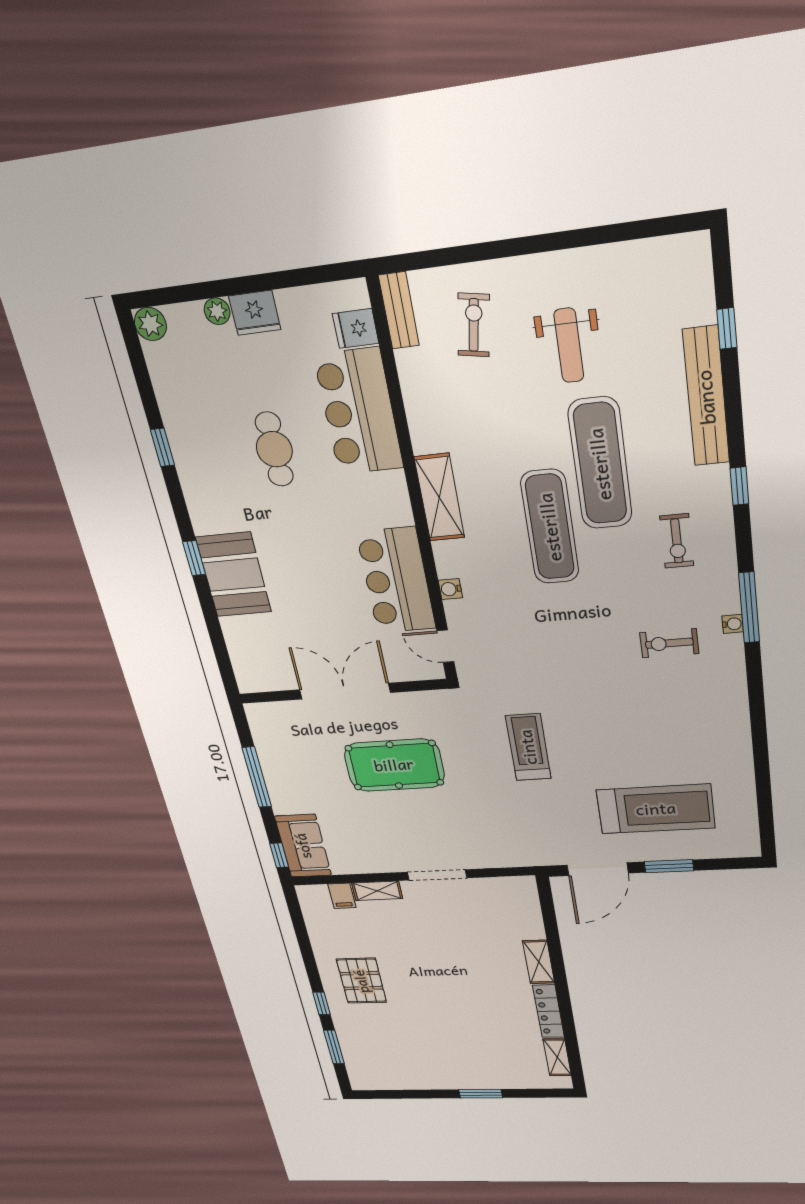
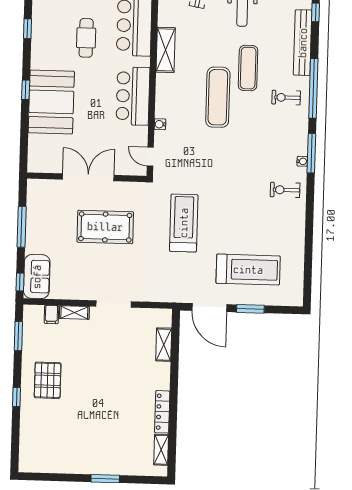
exercise mat: (600, 464) -> (248, 68), width x0.73, depth x0.69
window: (739, 486) -> (313, 88), width x3.17
shelving: (439, 497) -> (166, 50), moved
exercise bike: (677, 541) -> (286, 98), moved, turned 90
booth: (234, 575) -> (51, 102), width x1.36, depth x1.42
bar counter: (396, 581) -> (133, 96), moved
exercise bike: (669, 643) -> (285, 190), moved
treadmill: (528, 747) -> (184, 223), width x1.37, depth x1.38
door: (598, 869) -> (209, 308), hinge flipped
shelving: (539, 962) -> (164, 345), moved
window: (334, 1047) -> (18, 336), moved

